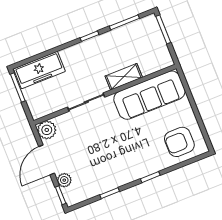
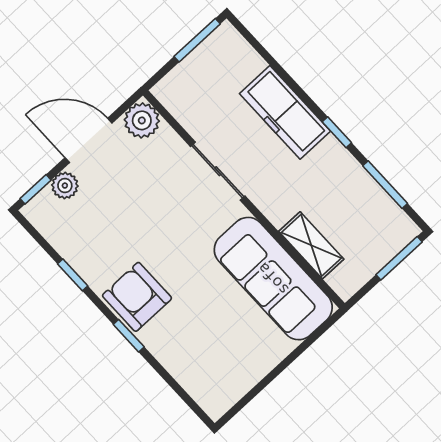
freezer: (39, 70) -> (285, 112), moved
shelving: (124, 77) -> (311, 245), moved
armchair: (179, 142) -> (137, 297), moved

